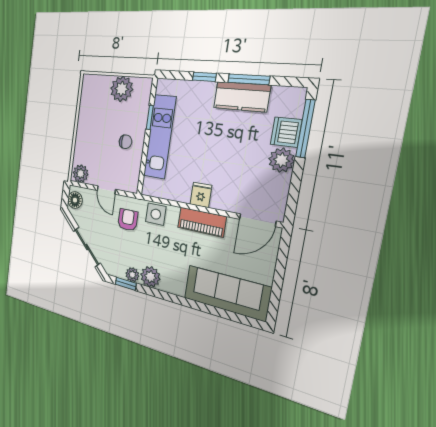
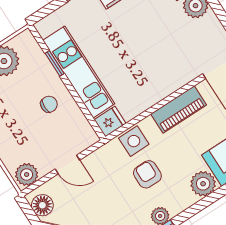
fridge: (201, 195) -> (110, 122), moved, turned 90
armchair: (128, 220) -> (147, 174), moved
plant: (150, 277) -> (203, 184), moved

